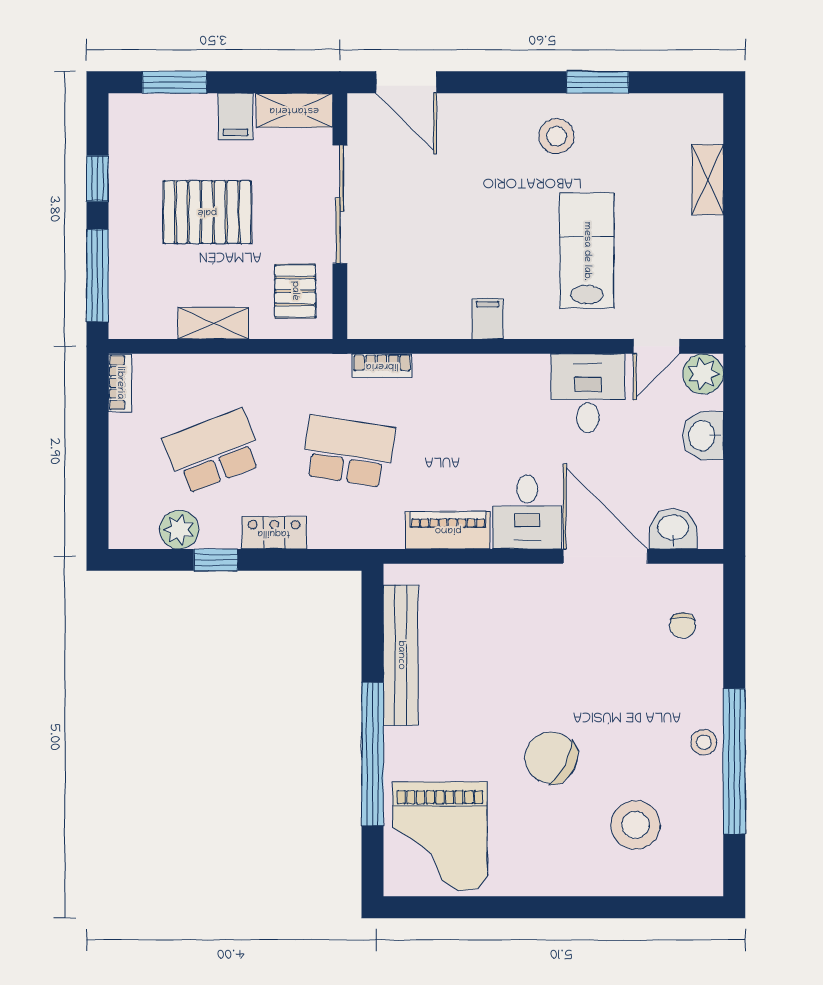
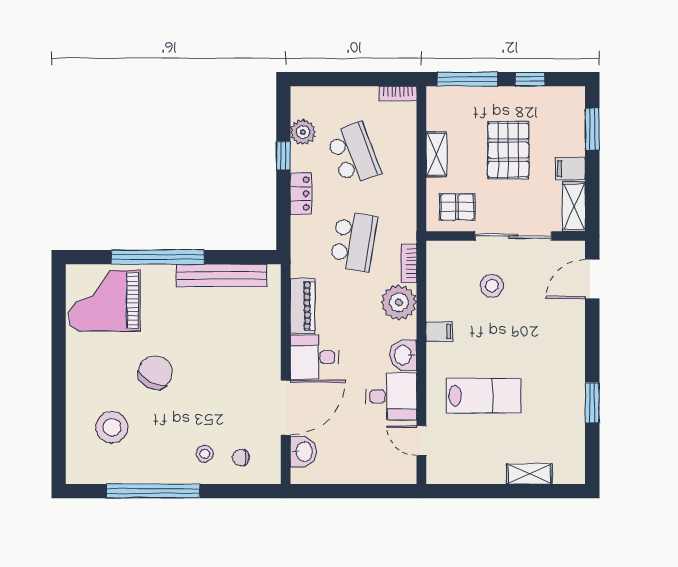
stool: (556, 136) -> (492, 286), moved
plant: (703, 374) -> (399, 302), moved, width x1.36, depth x1.36
washbasin: (703, 436) -> (403, 355), moved, turned -90
stool: (704, 742) -> (205, 454), moved

